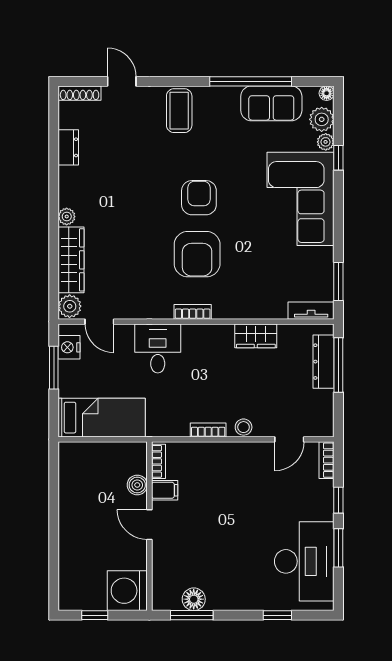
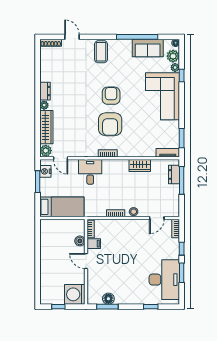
dresser: (68, 147) -> (45, 91), moved
dresser: (324, 362) -> (174, 174), width x0.70

